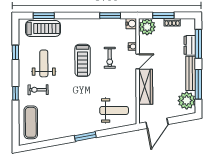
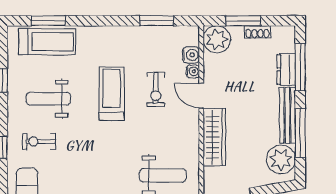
water cooler: (131, 24) -> (191, 55), moved
treadmill: (83, 60) -> (112, 94), turned 180
door: (138, 61) -> (201, 96), swing flipped
weight bench: (44, 63) -> (48, 99), turned -90

